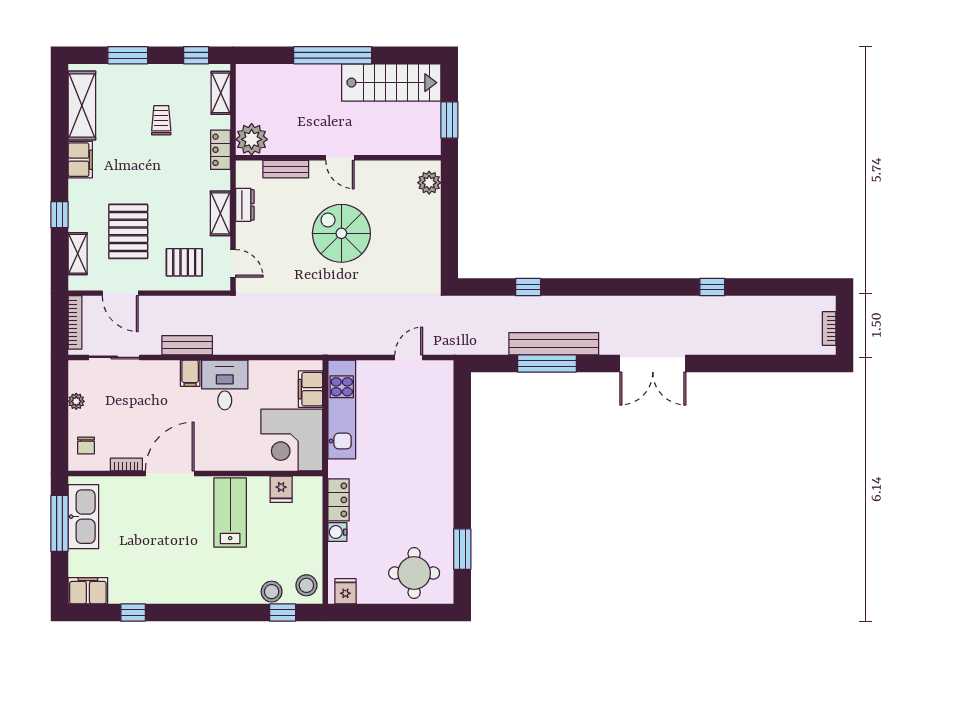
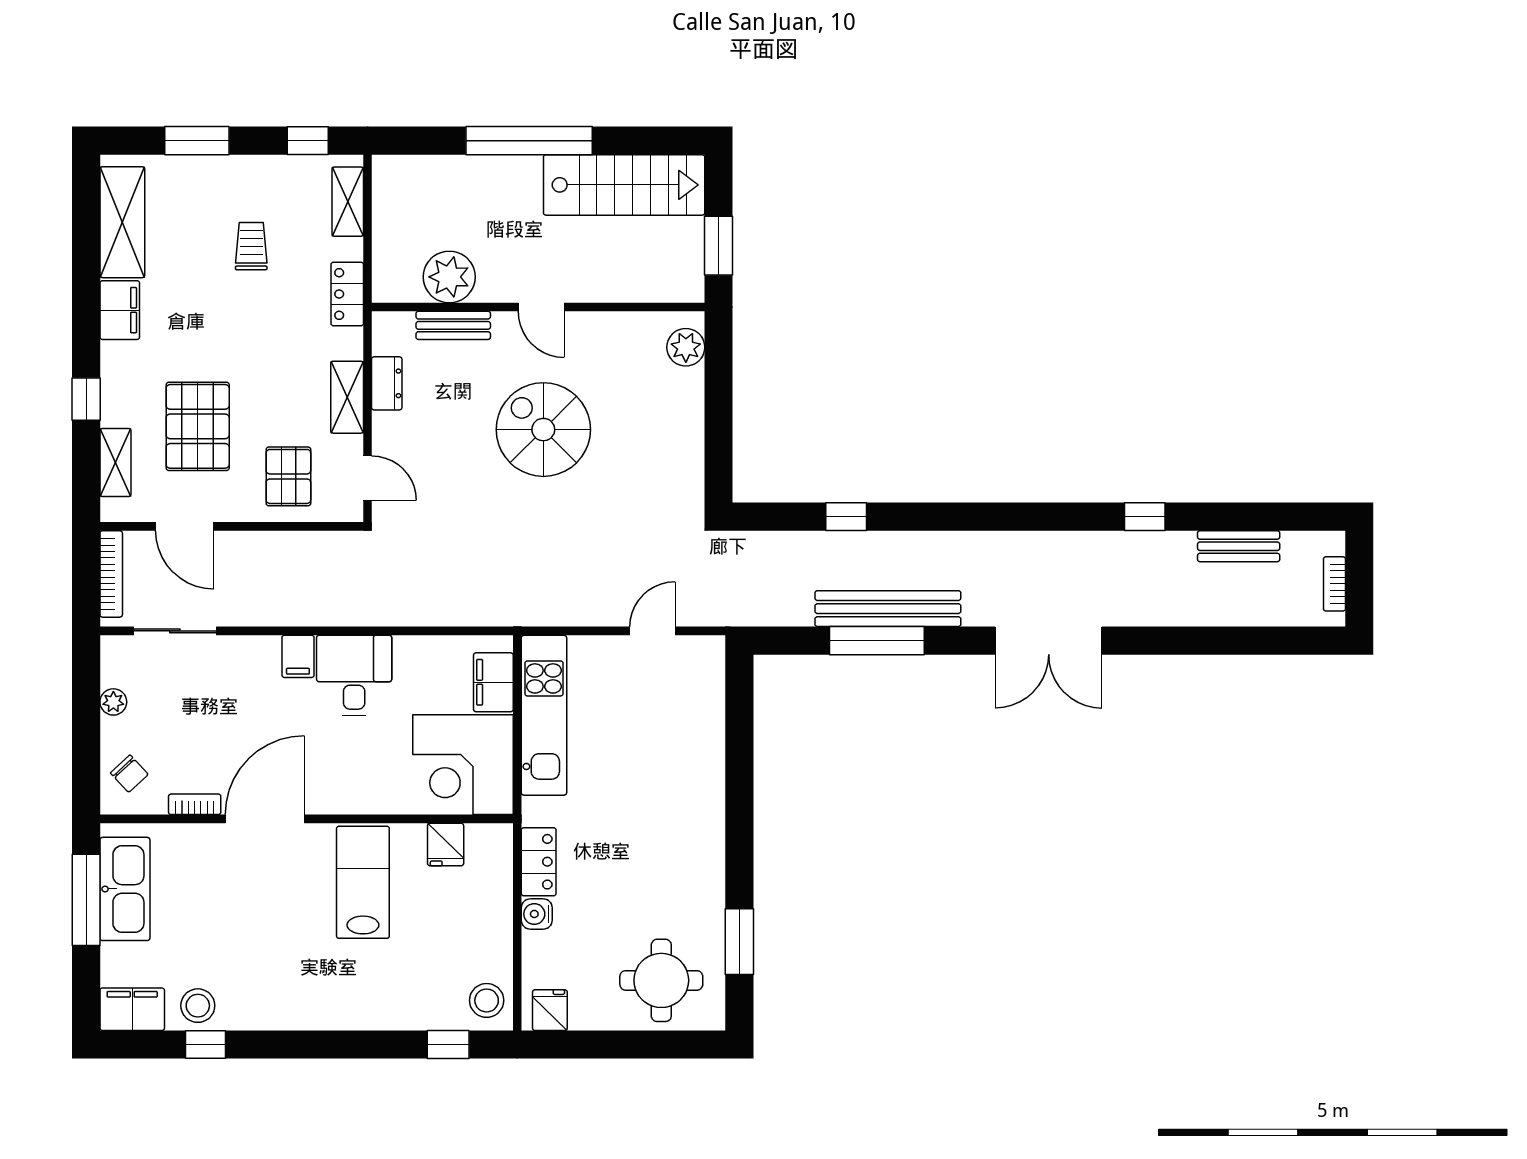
plant: (252, 139) -> (449, 277), moved
pallet: (184, 262) -> (288, 476), turned 90
bench: (187, 345) -> (1239, 546), moved
chair: (86, 446) -> (129, 774), turned -43
stool: (272, 592) -> (198, 1006), moved

